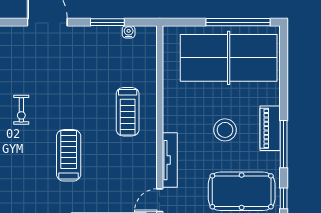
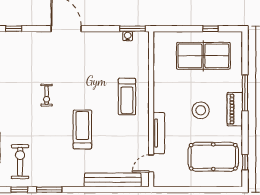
window: (107, 22) -> (133, 29), moved
window: (238, 22) -> (210, 29), width x0.32
table tennis table: (229, 58) -> (203, 56), width x0.73, depth x0.76
window: (284, 144) -> (245, 93), moved

